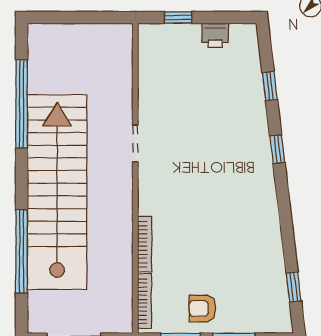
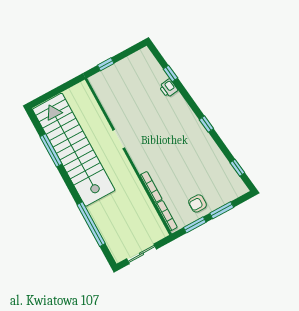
printer: (215, 35) -> (168, 88), moved, turned 83
window: (22, 104) -> (51, 150), width x0.68
window: (277, 149) -> (206, 124), moved
stairs: (57, 192) -> (74, 150), moved

